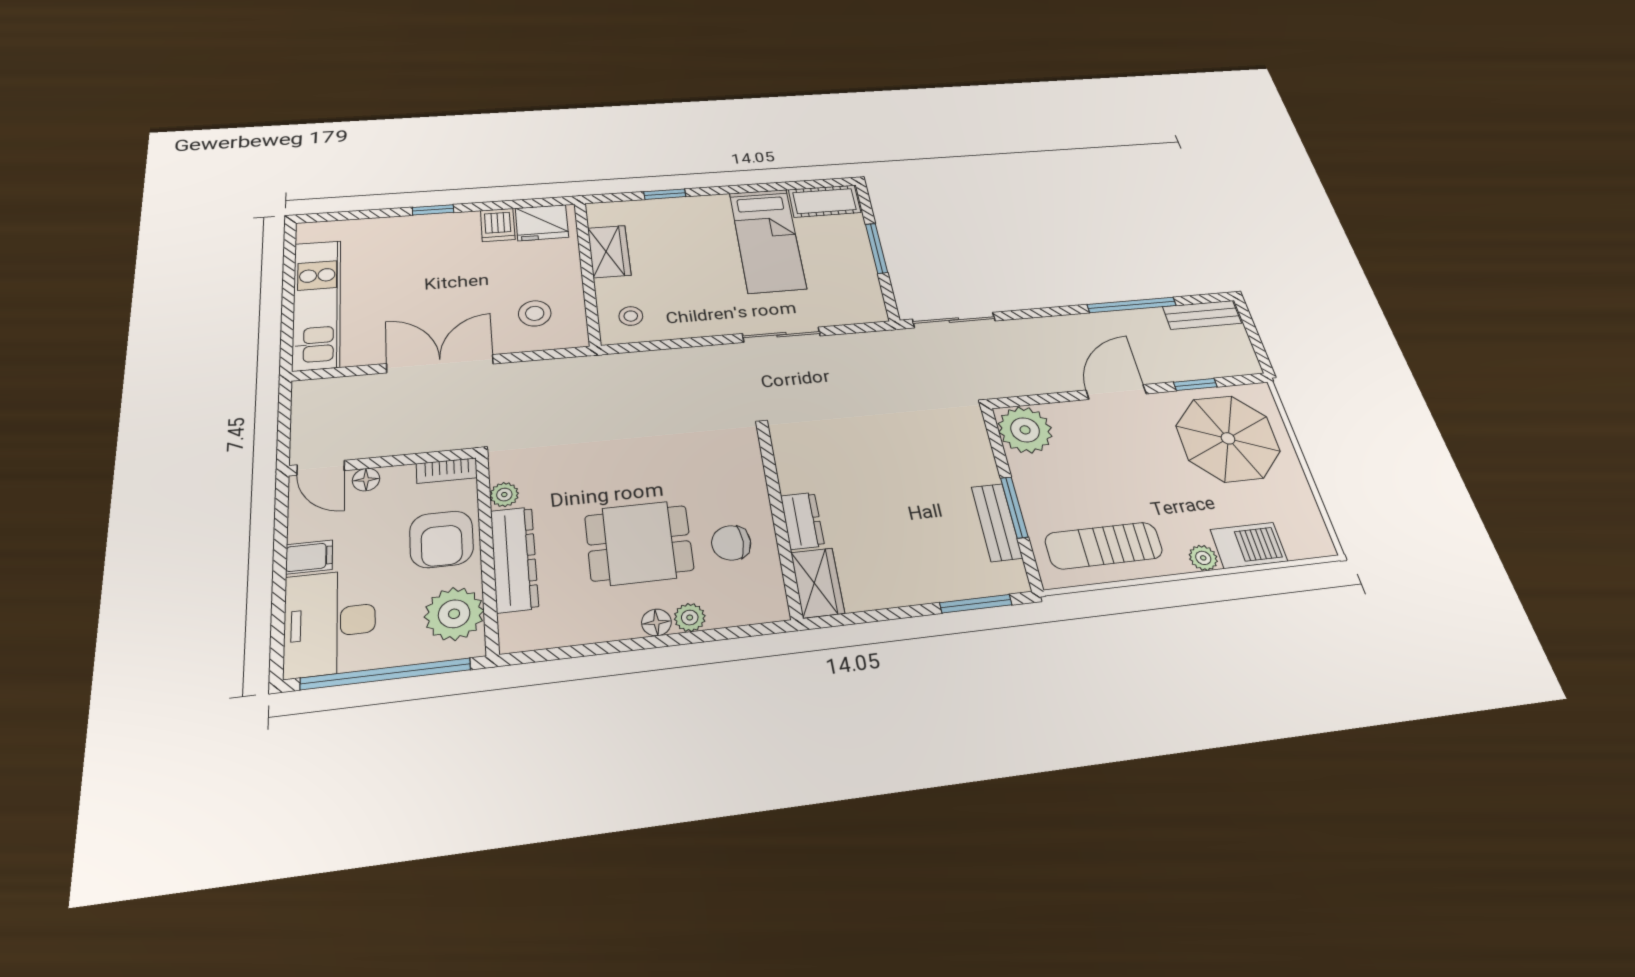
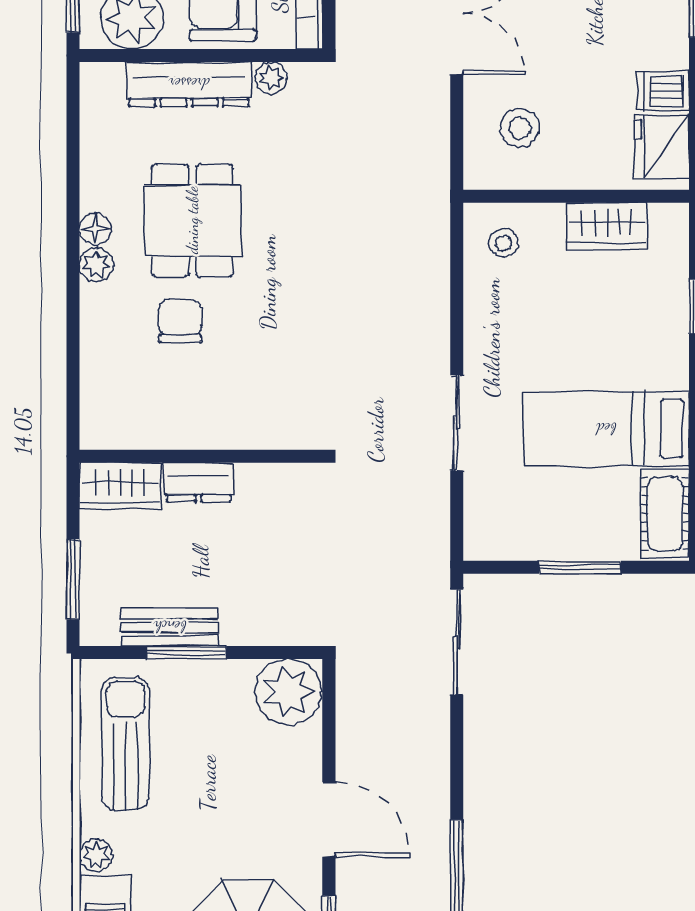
wall: (779, 521) -> (201, 456), moved
dresser: (802, 521) -> (198, 482), moved
wardrobe: (818, 583) -> (120, 486), moved

